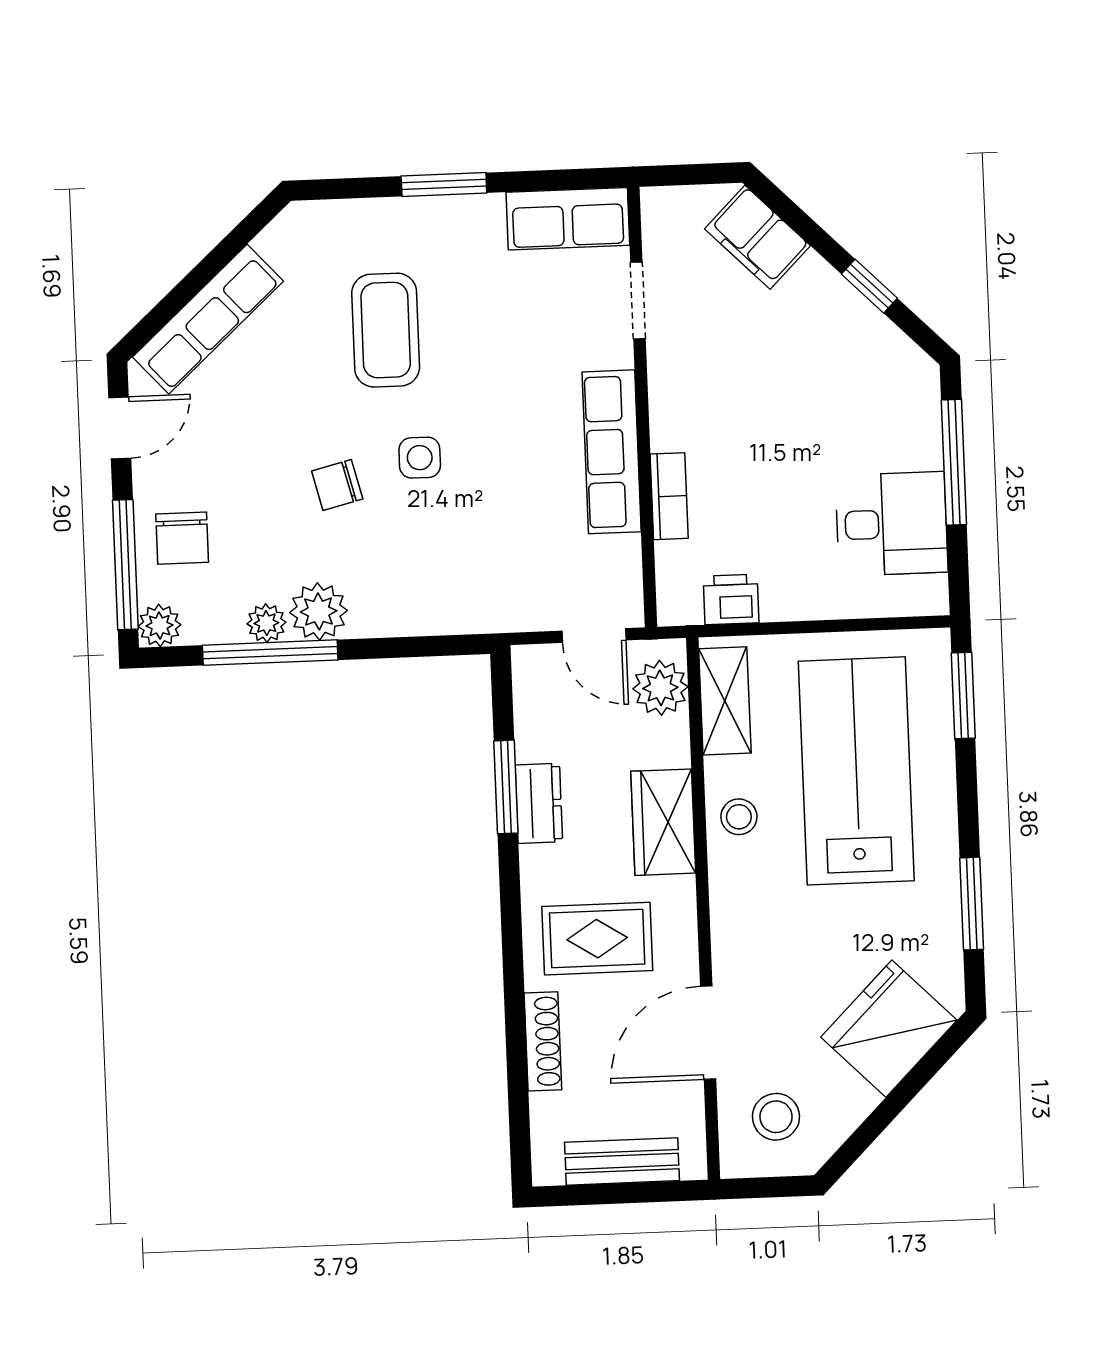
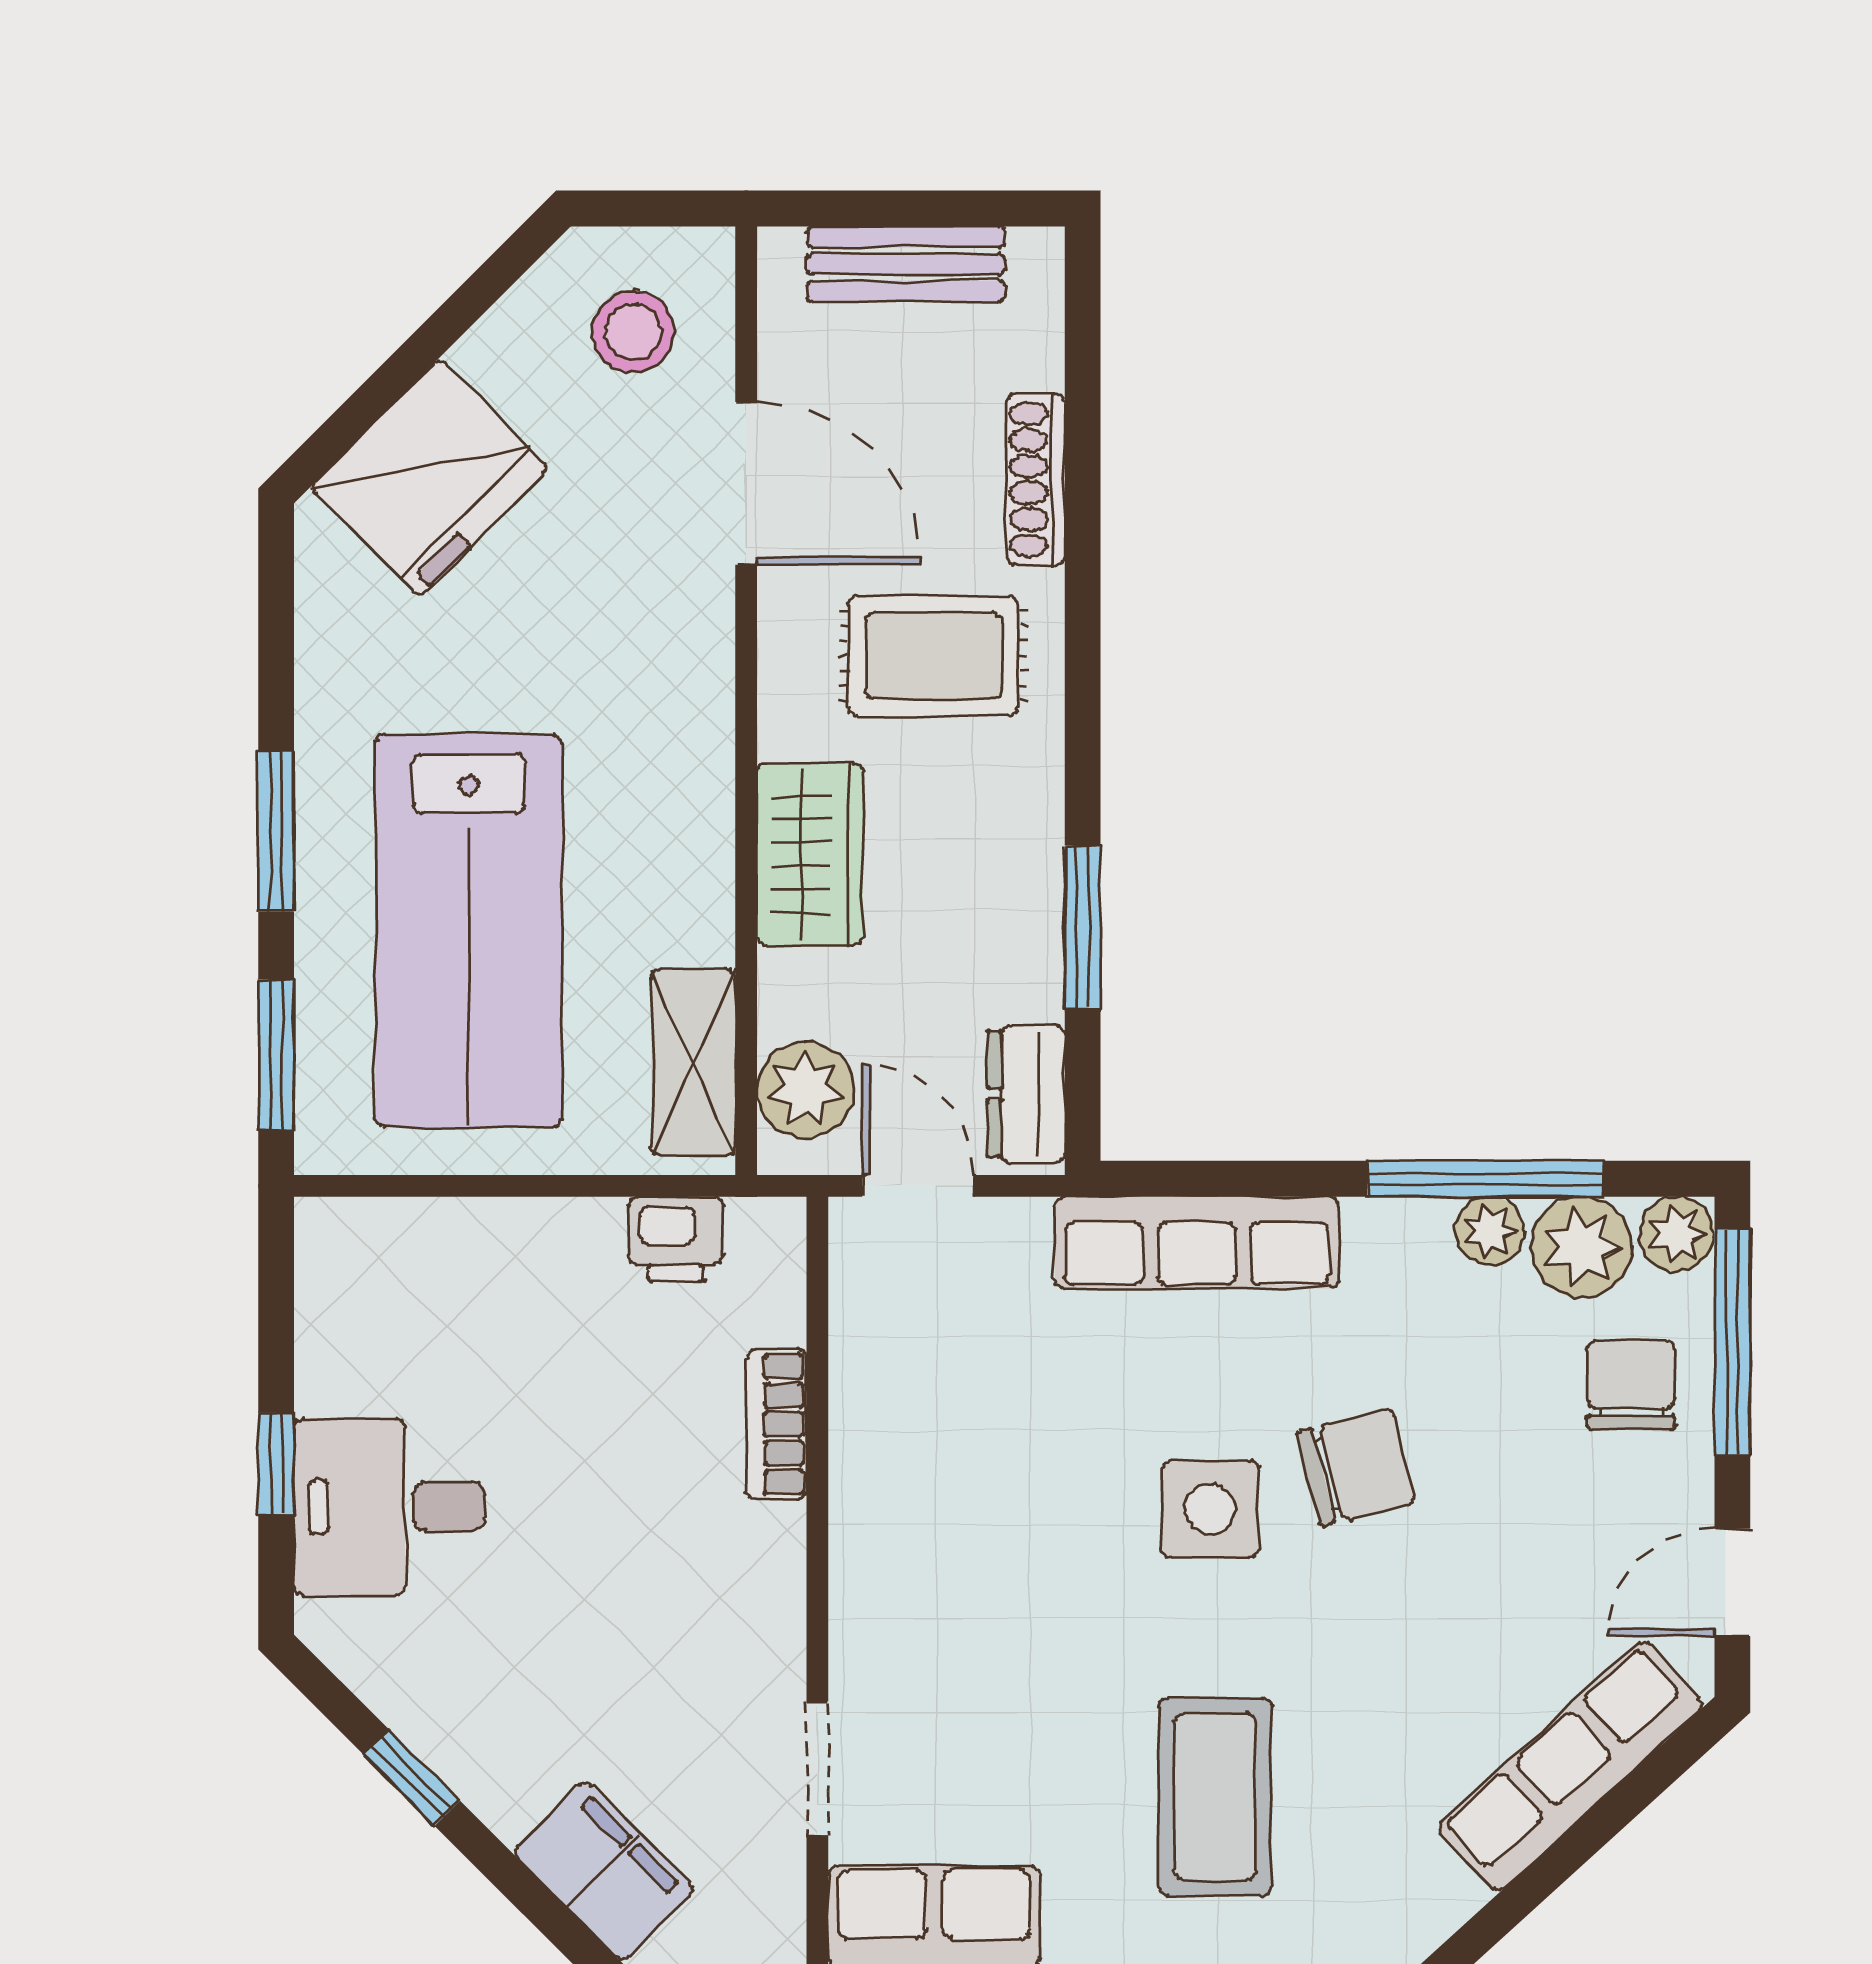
coffee table: (386, 330) -> (1215, 1797), moved
row of seats: (612, 452) -> (1197, 1242), moved, turned 90
side table: (420, 458) -> (1210, 1509), width x1.37, depth x1.37
window: (954, 462) -> (276, 1464), width x0.46
chair: (337, 485) -> (1356, 1467), width x1.37, depth x1.37
desk: (892, 524) -> (390, 1507), moved
plant: (319, 611) -> (1582, 1247), moved
dresser: (539, 803) -> (1026, 1094), moved
stool: (739, 817) -> (677, 859), removed
window: (972, 904) -> (276, 831), moved
door: (708, 1033) -> (746, 483), hinge flipped

